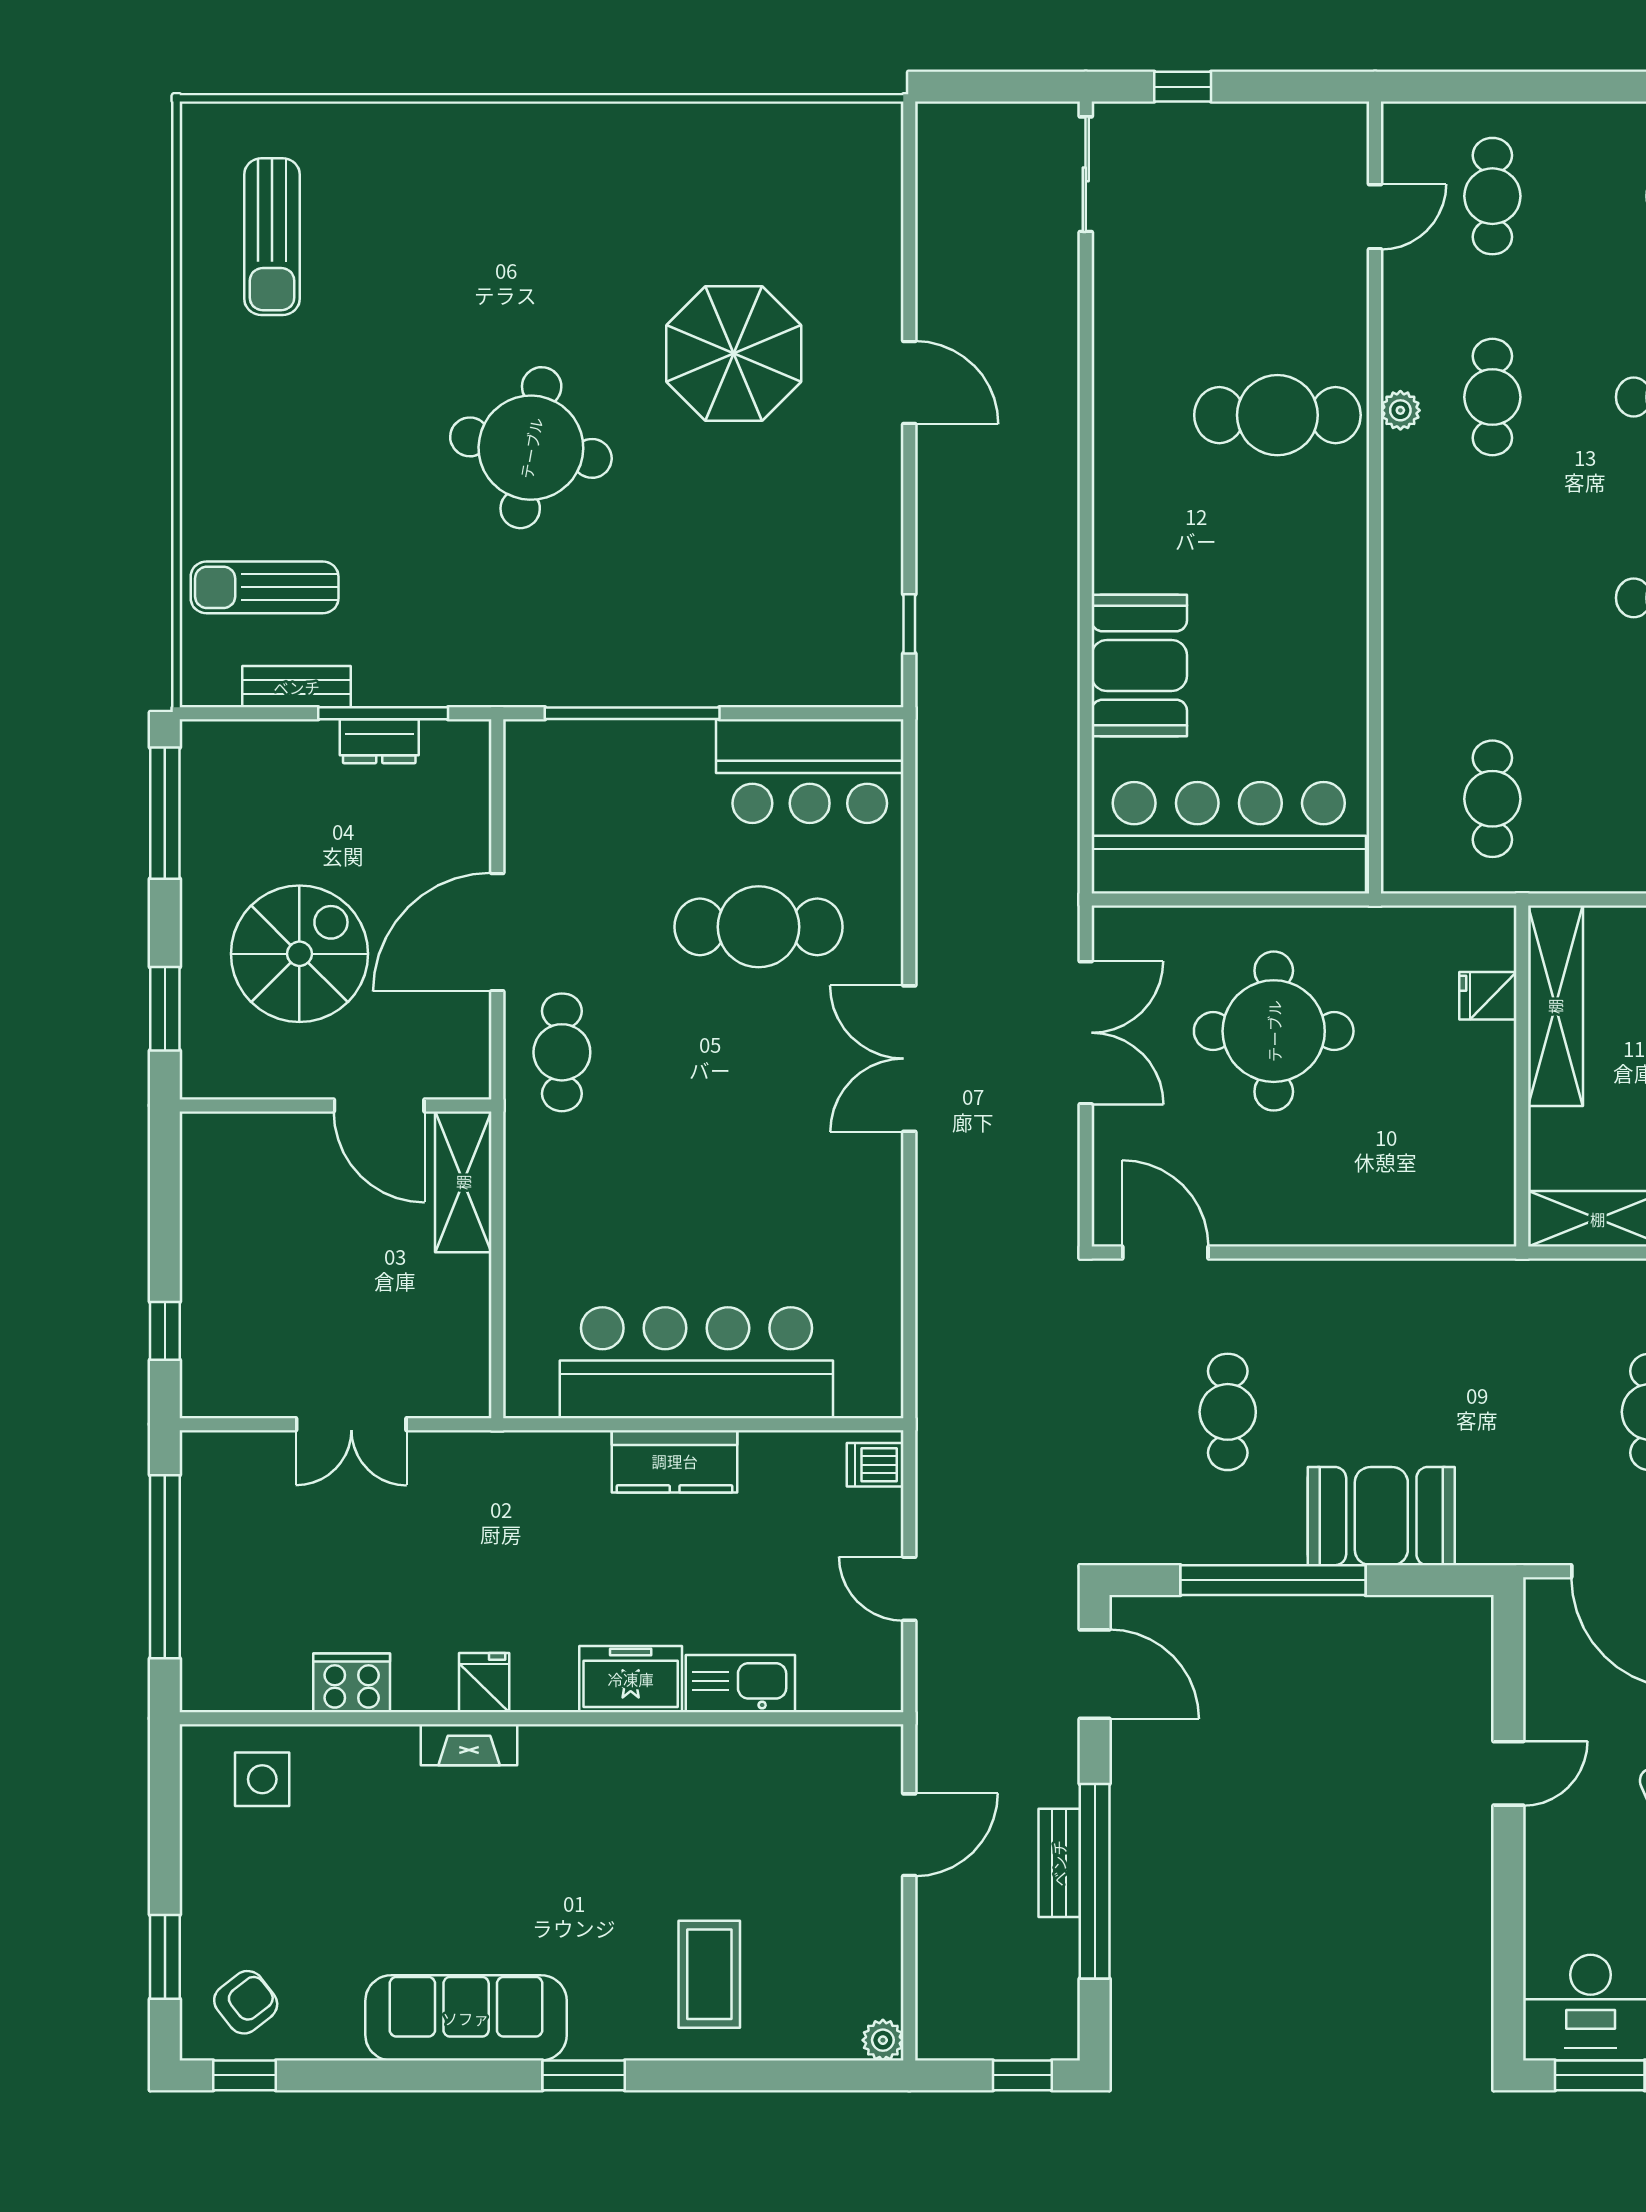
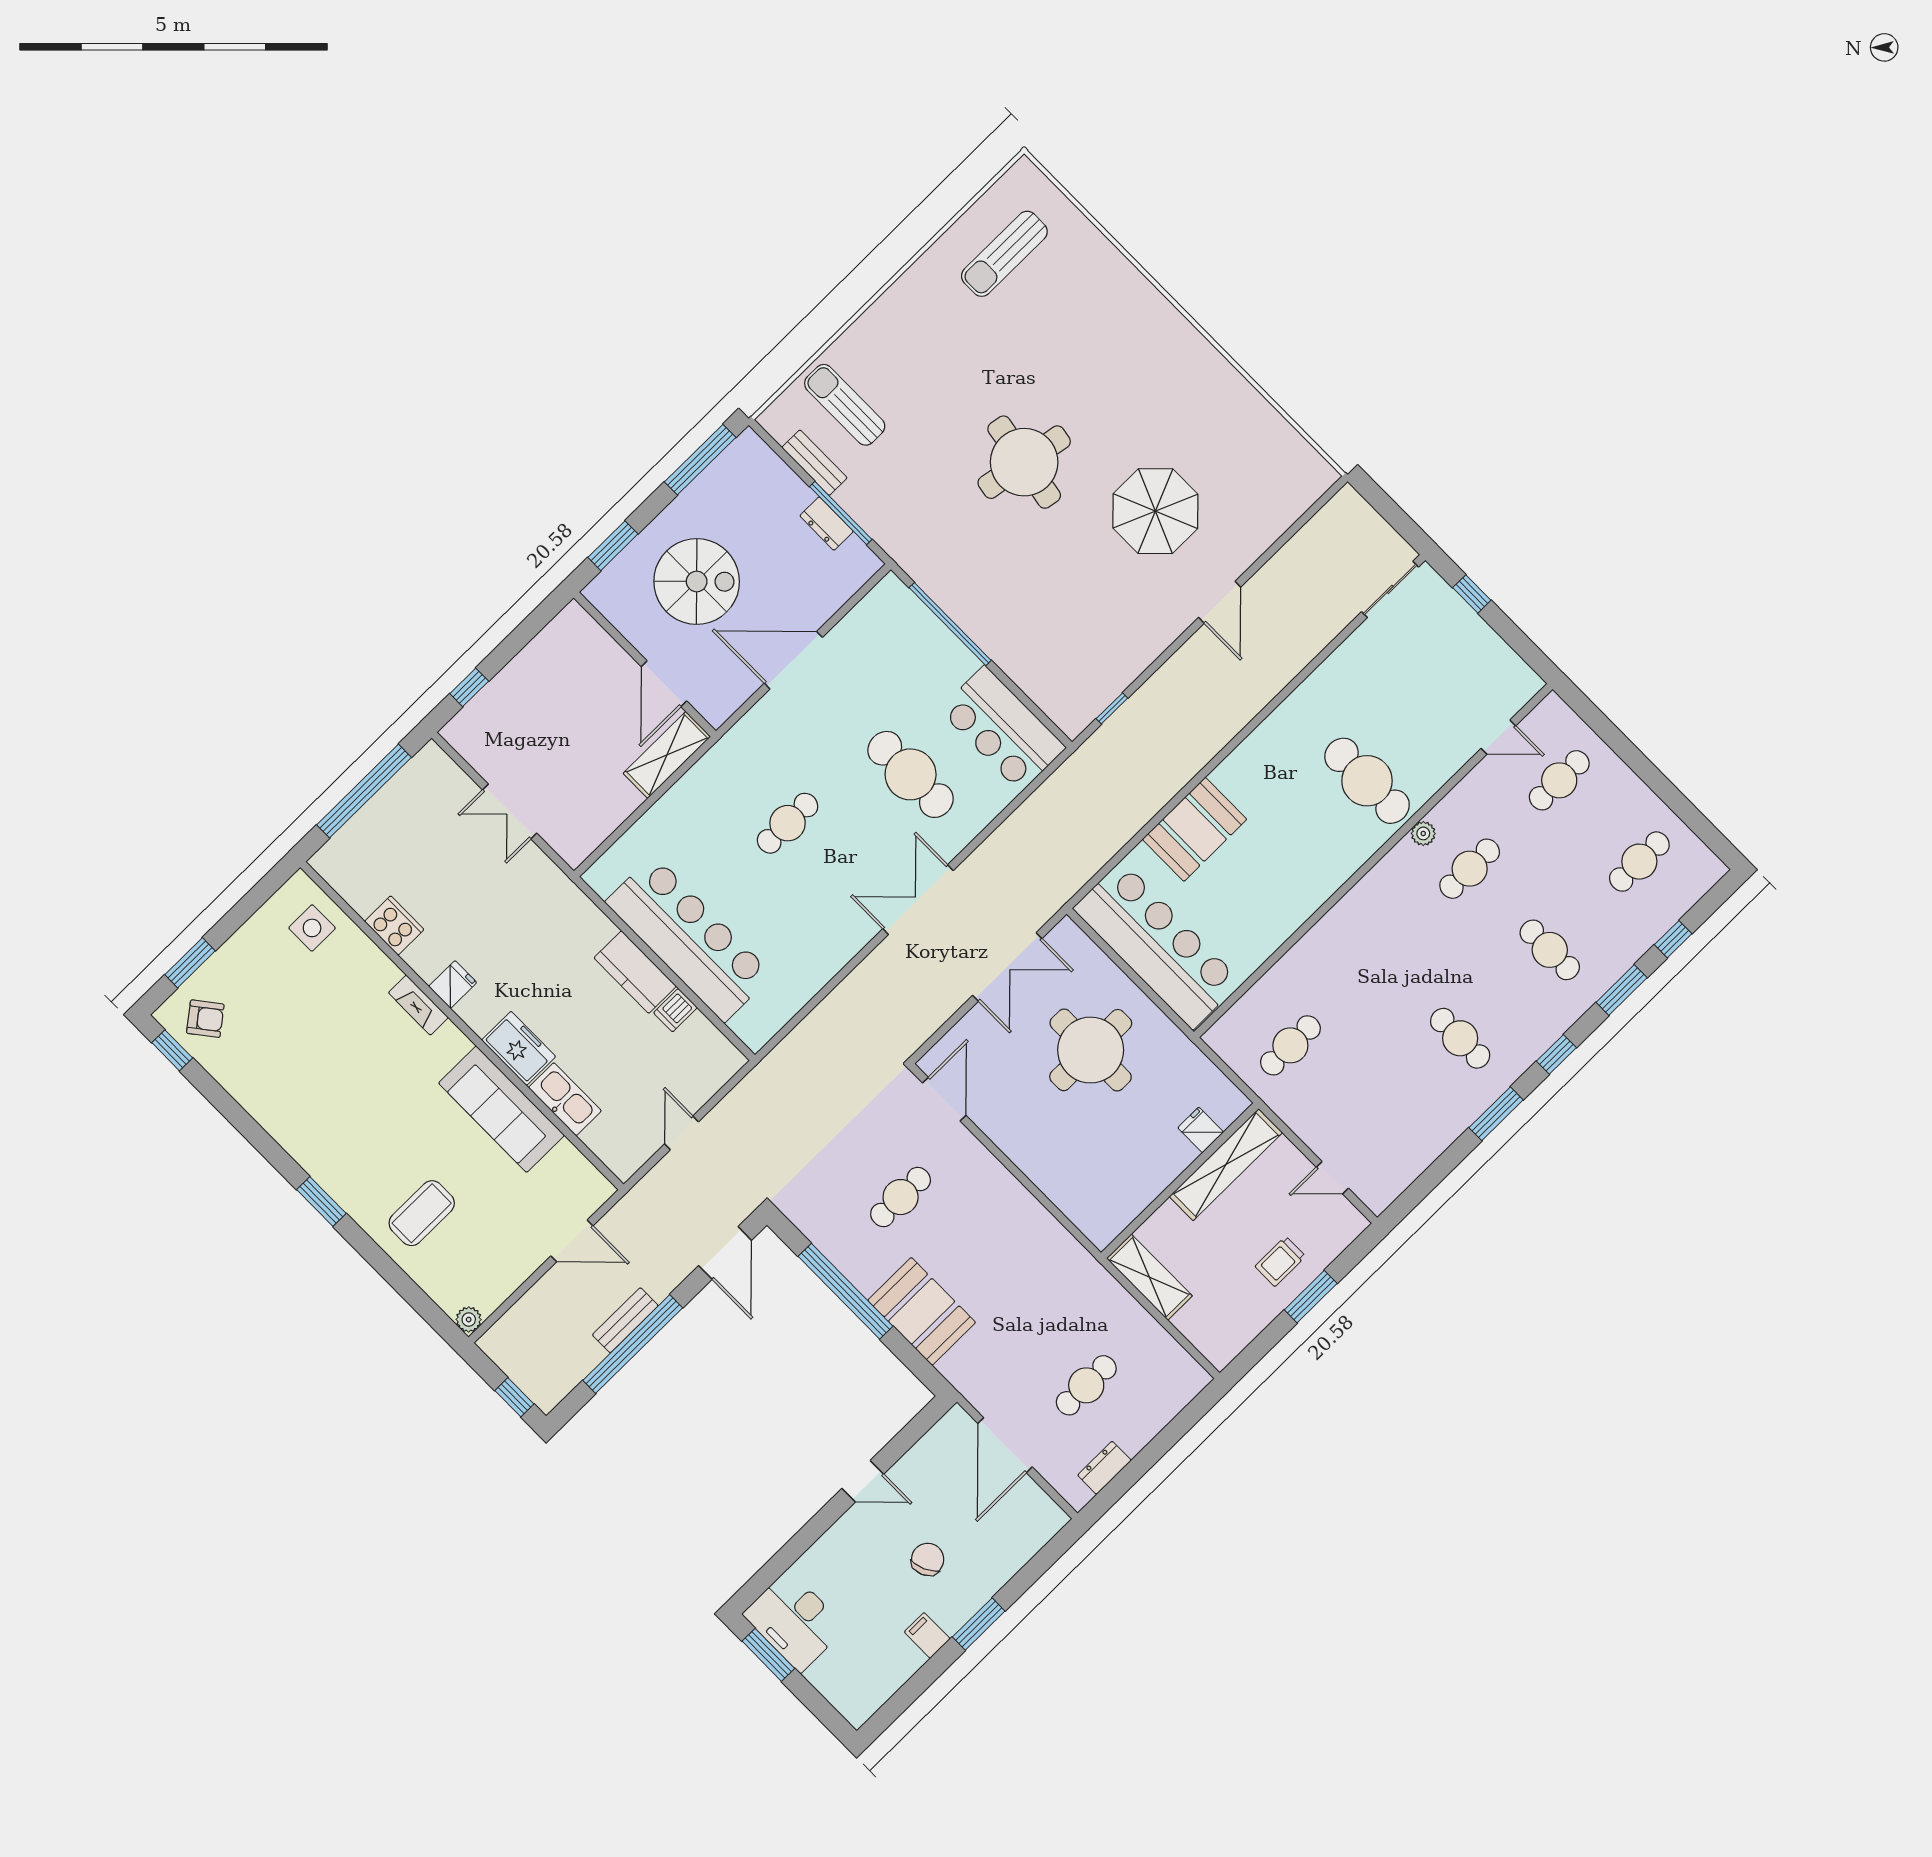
cafe table: (562, 1052) -> (788, 823), moved
dishwasher: (875, 1465) -> (675, 1010), moved, turned -90
sofa: (466, 2018) -> (502, 1109), moved, turned 180

